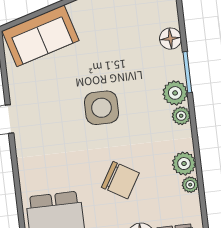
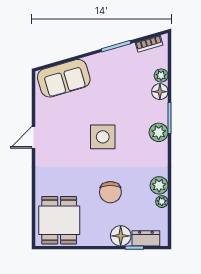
plant: (181, 116) -> (161, 75), moved
chair: (120, 180) -> (110, 192), turned 59

